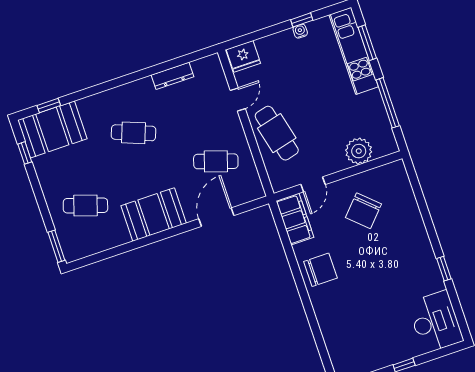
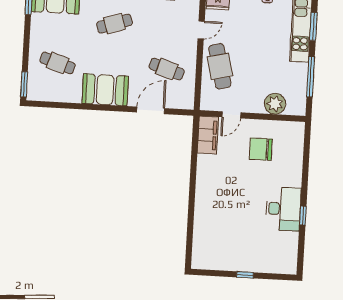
cafe table: (134, 133) -> (114, 24), turned -39
chair: (363, 211) -> (261, 149), turned 47
chair: (320, 270) -> (212, 180), removed
desk: (435, 322) -> (283, 209), moved

